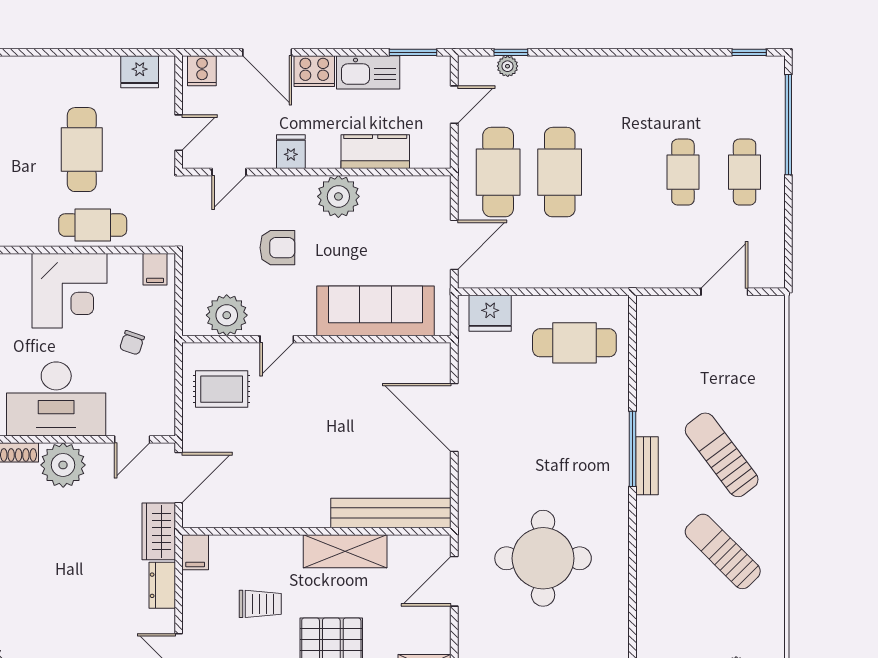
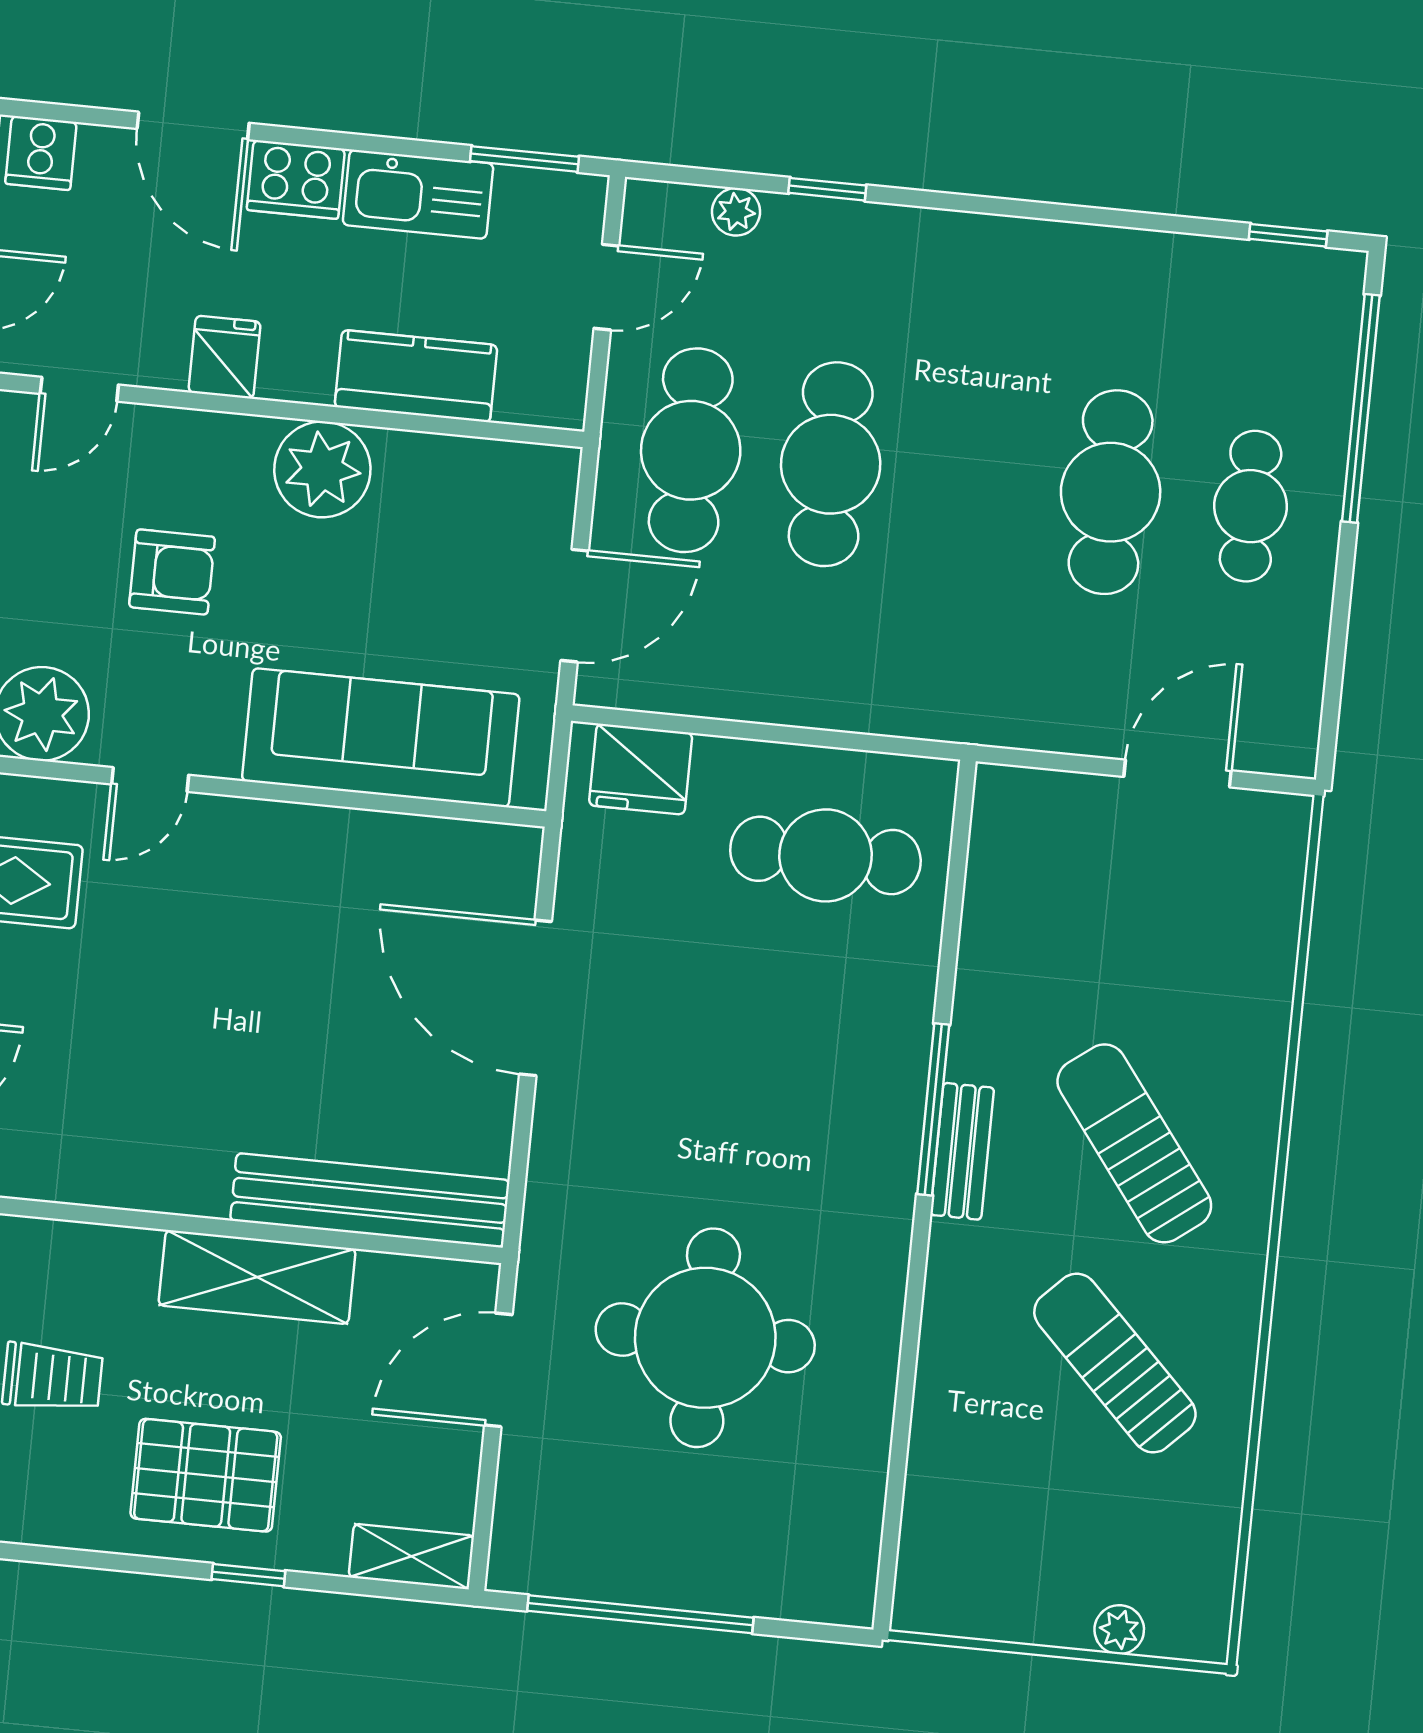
window: (511, 52) -> (827, 189), moved
cafe table: (683, 172) -> (1111, 492), width x1.37, depth x1.35

